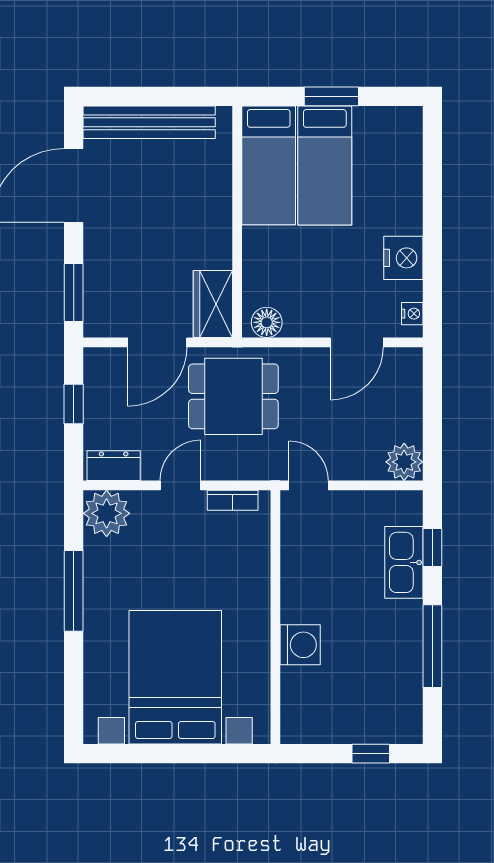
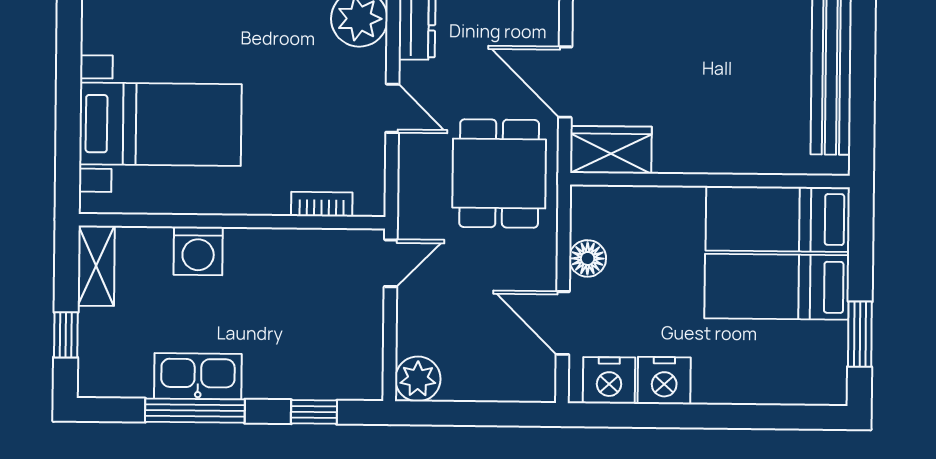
window: (331, 96) -> (860, 334), moved
nightstand: (412, 314) -> (609, 380), width x1.89, depth x1.79
floor lamp: (267, 322) -> (588, 258), moved
bookcase: (233, 500) -> (322, 204), moved, turned 90
kitchen sink: (404, 562) -> (198, 376), moved
bed with nightstands: (175, 677) -> (160, 124), width x0.73
shelving: (313, 729) -> (96, 266), added

